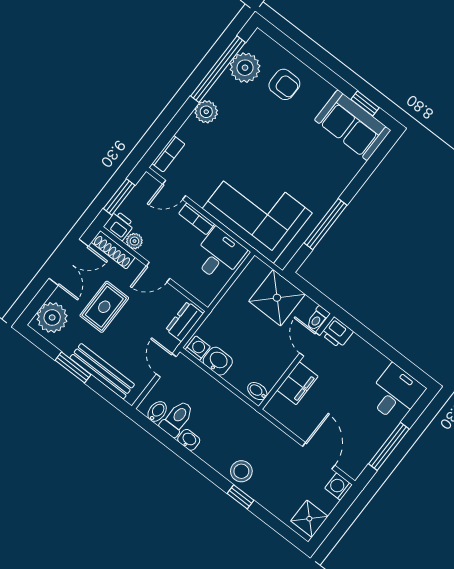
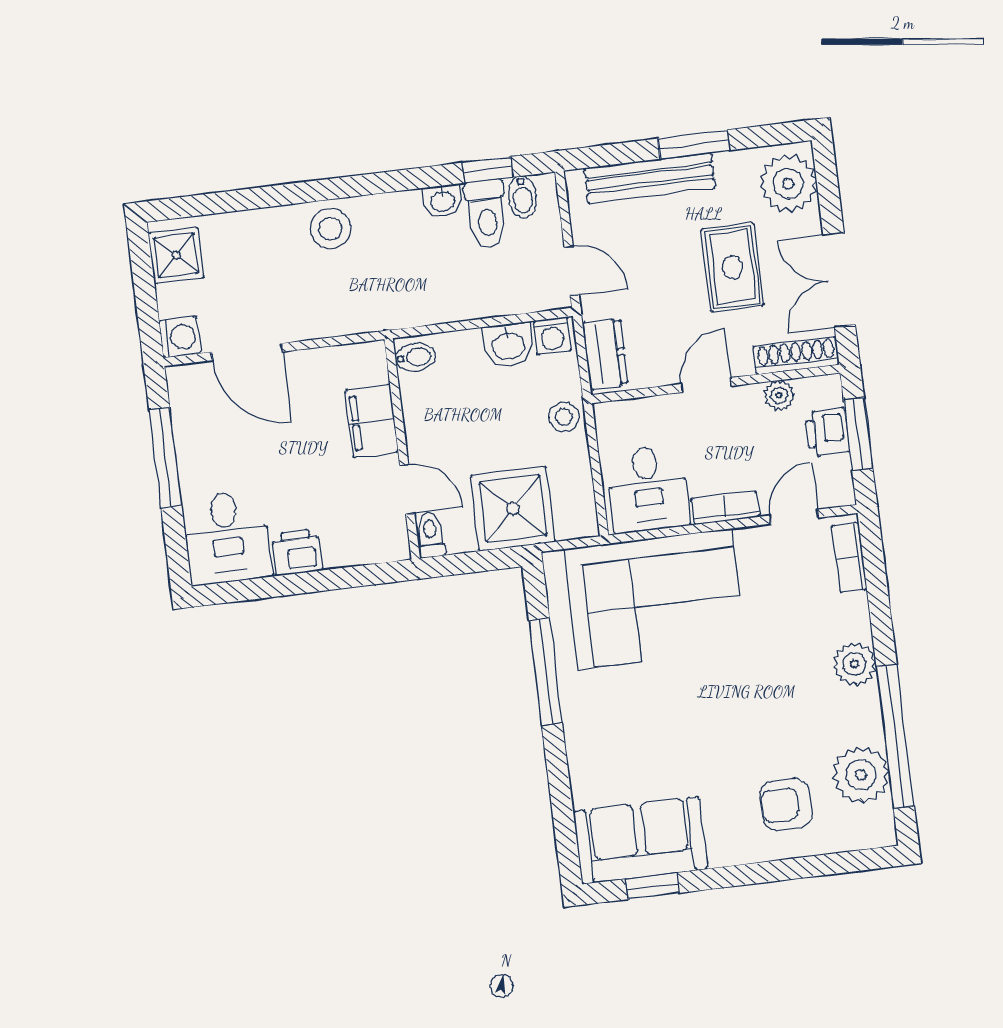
printer: (119, 226) -> (827, 432), moved, turned 90
stool: (224, 313) -> (564, 417), added
printer: (337, 333) -> (297, 552), moved
window: (240, 497) -> (488, 170), moved

